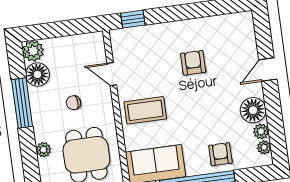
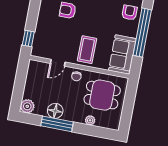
floor lamp: (37, 74) -> (55, 111), moved
chair: (73, 103) -> (76, 76), moved
armchair: (220, 154) -> (129, 13), turned 90

